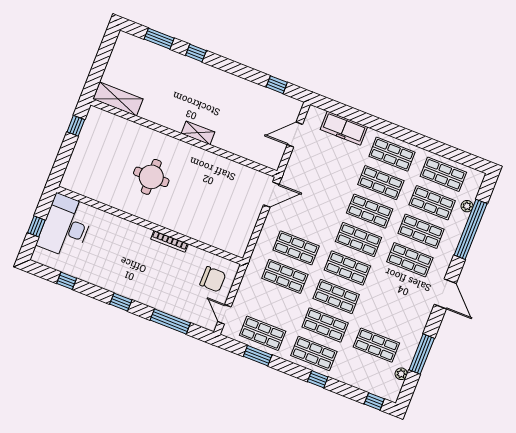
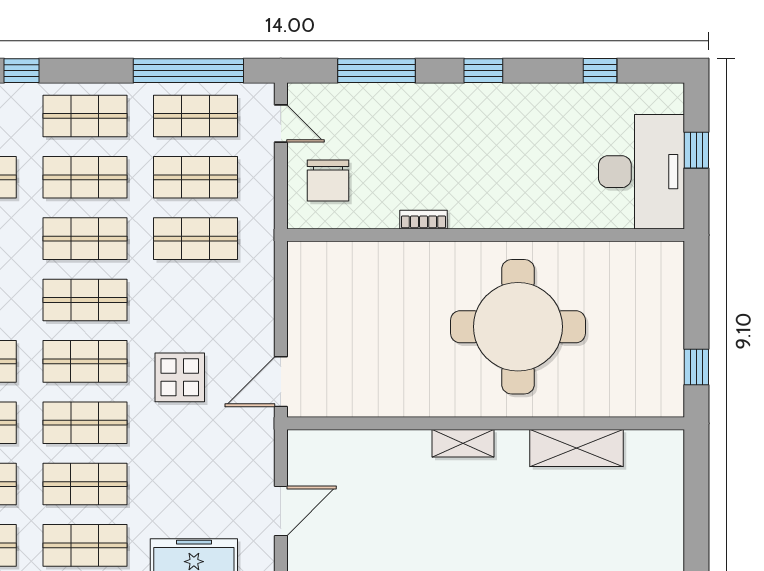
shelving: (118, 99) -> (577, 448), moved
round table: (151, 177) -> (518, 327), width x1.86, depth x1.86
display table: (317, 215) -> (180, 377), added
bookcase: (169, 241) -> (424, 220), width x0.64
shop shelf: (296, 248) -> (196, 177), moved
chair: (213, 279) -> (328, 181), turned -90
window: (258, 356) -> (188, 71), width x2.11
window: (318, 379) -> (21, 71), moved

